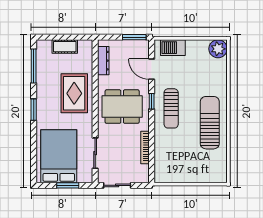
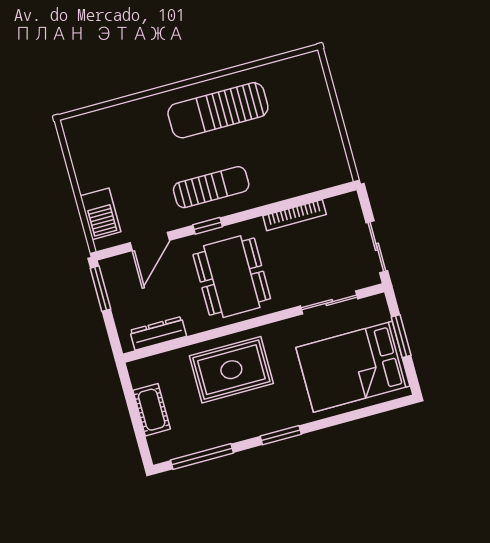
plant: (218, 49) -> (80, 132), removed

